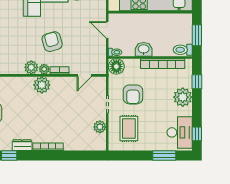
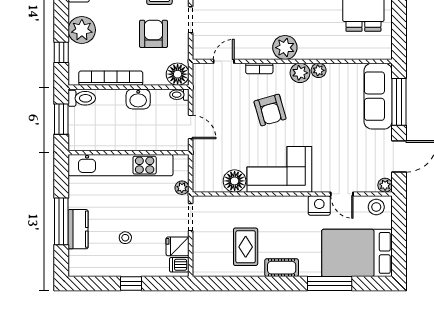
plant: (44, 69) -> (319, 70), moved

